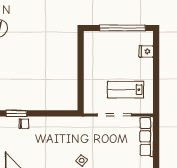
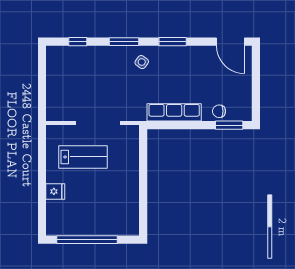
fridge: (146, 51) -> (55, 191), moved
row of seats: (147, 137) -> (174, 112), moved, turned -90

